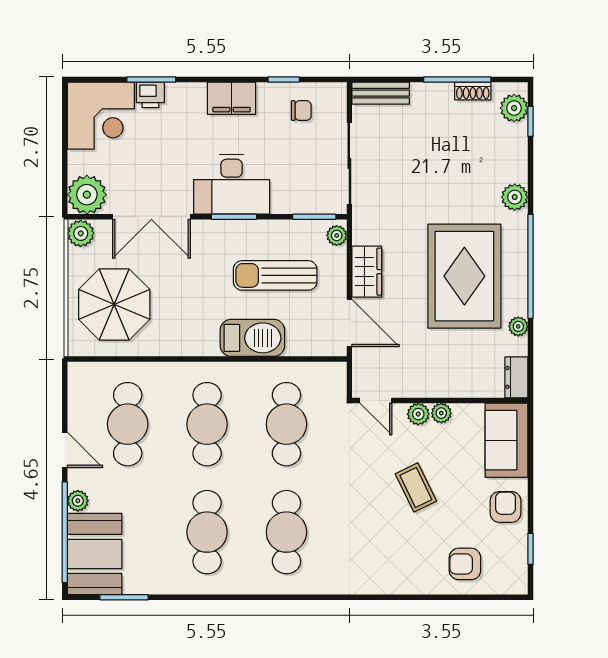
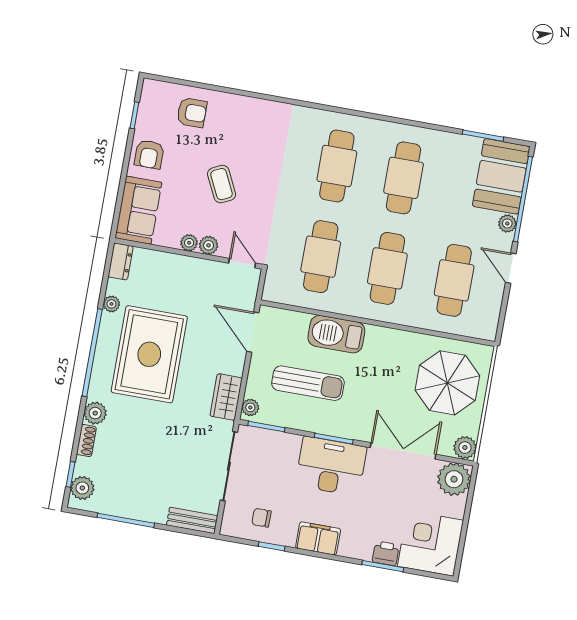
shoe rack: (473, 91) -> (86, 441), moved, turned 90
wardrobe: (367, 272) -> (226, 397), moved

